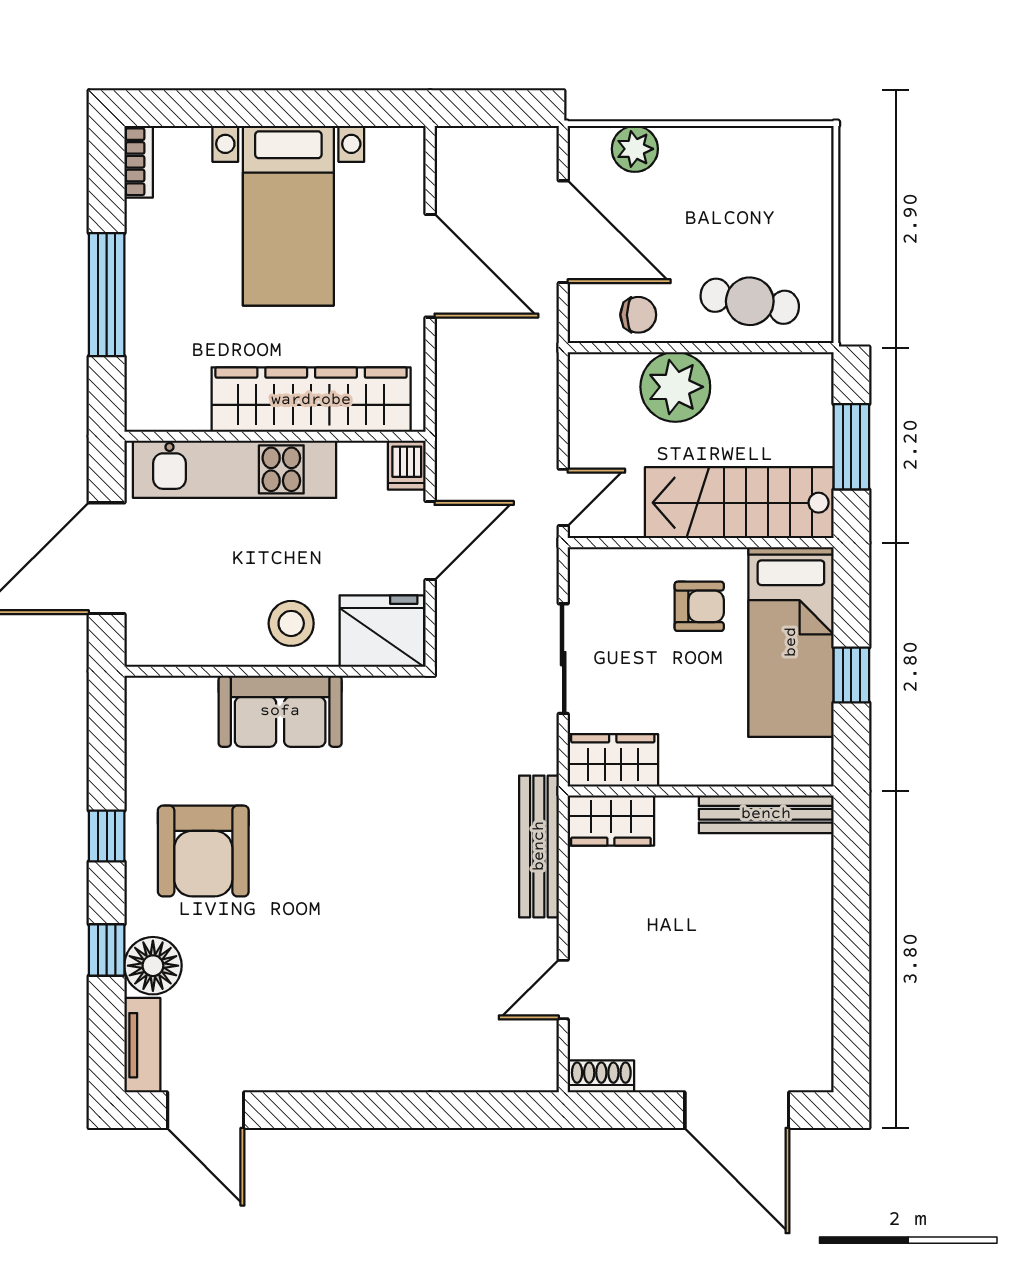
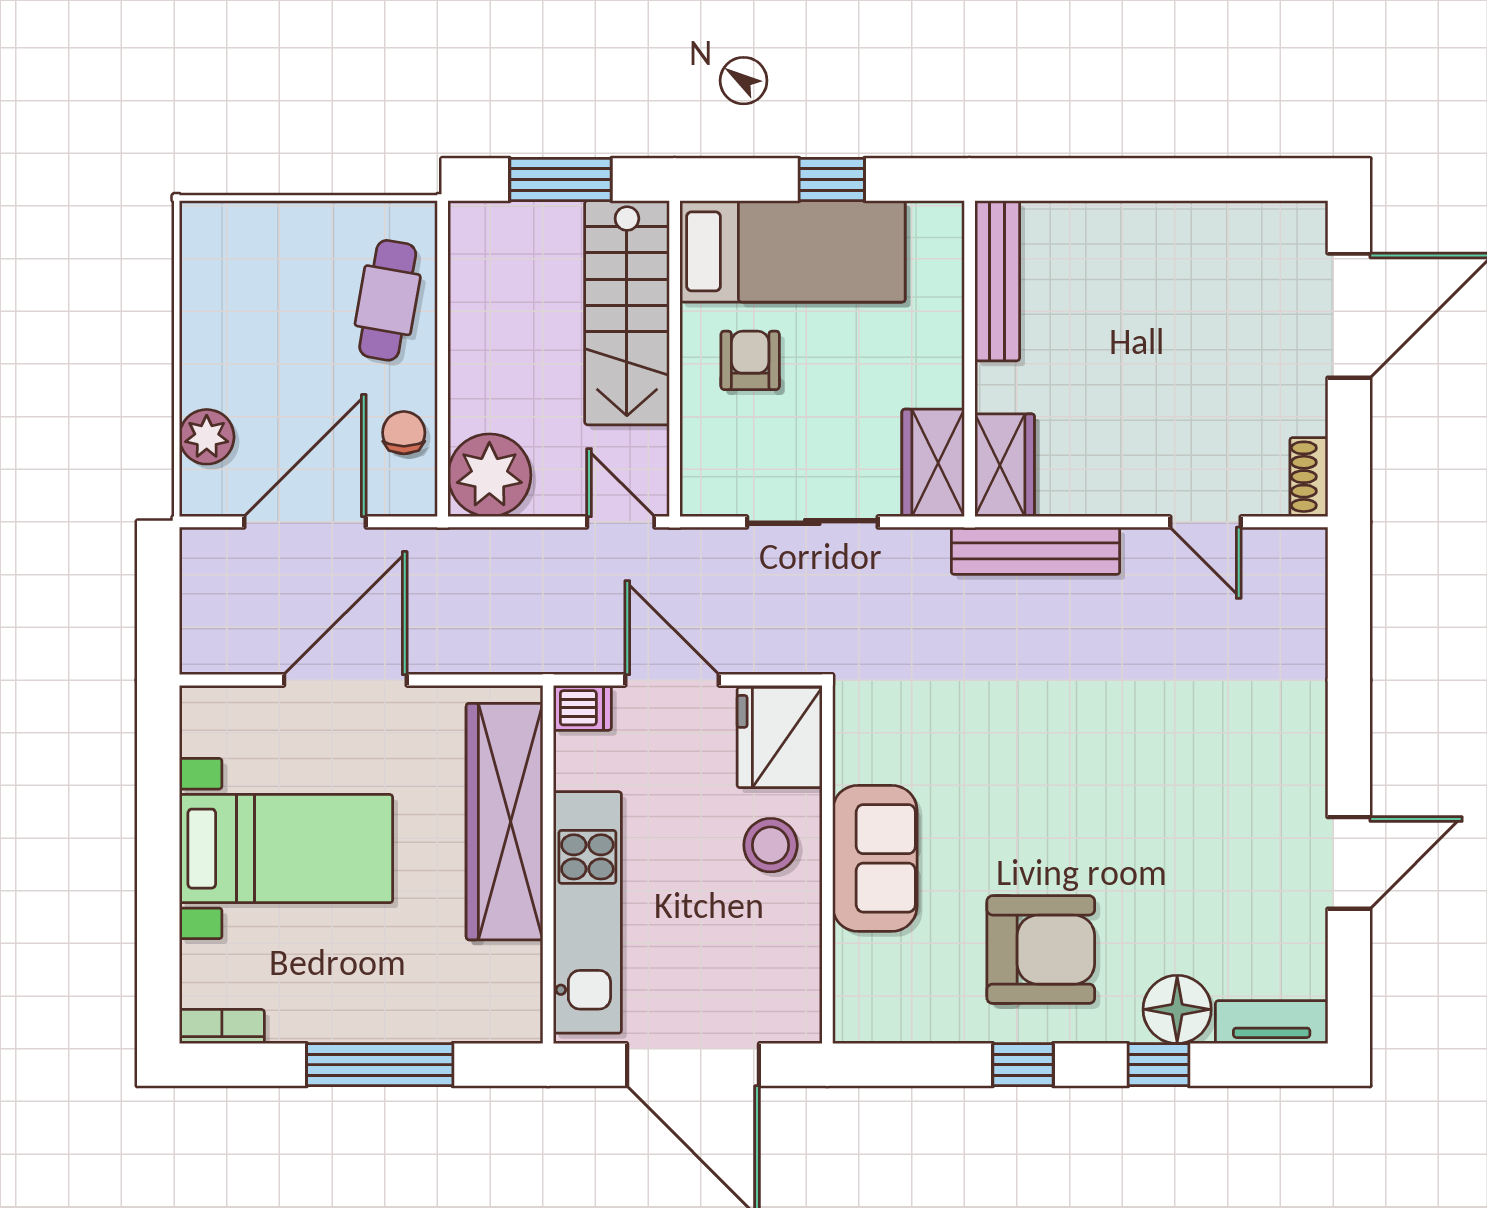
plant: (675, 387) -> (489, 475), moved
door: (206, 1110) -> (1349, 863), moved

